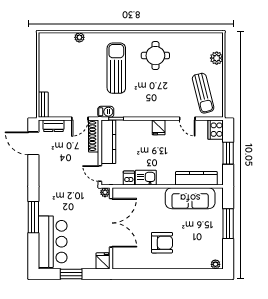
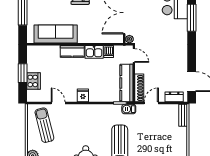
cooker: (216, 130) -> (33, 81), moved
kitchen counter: (196, 178) -> (72, 51), moved, width x0.67

